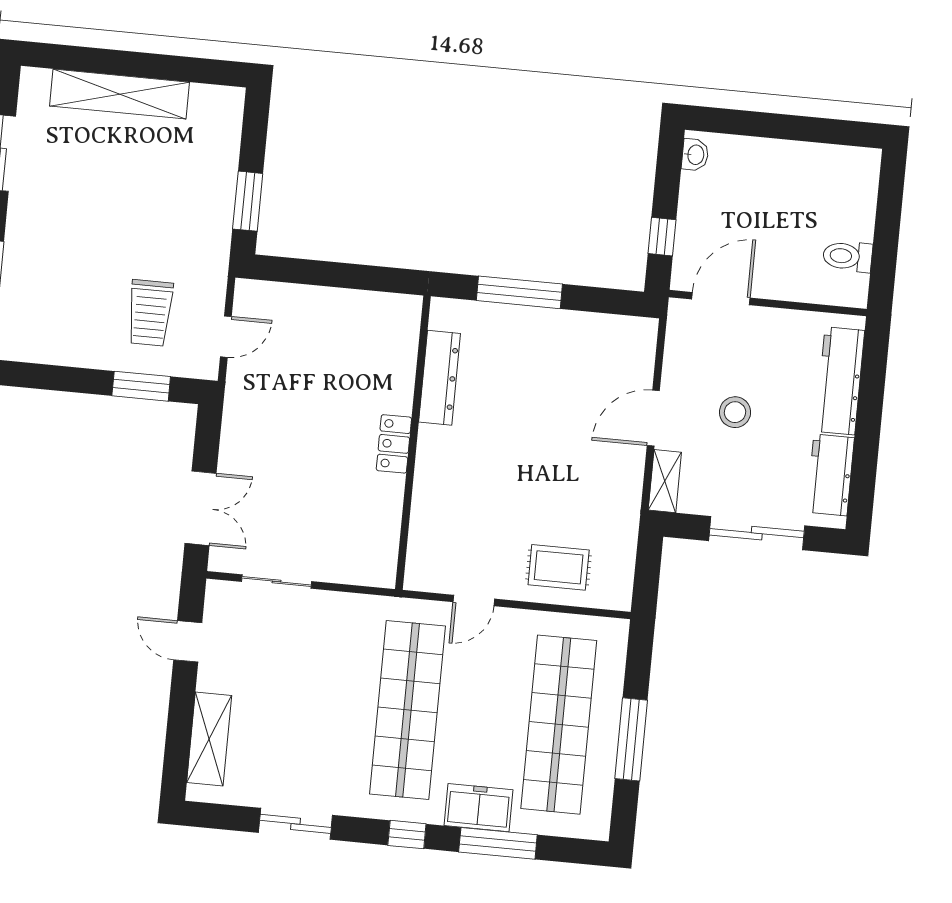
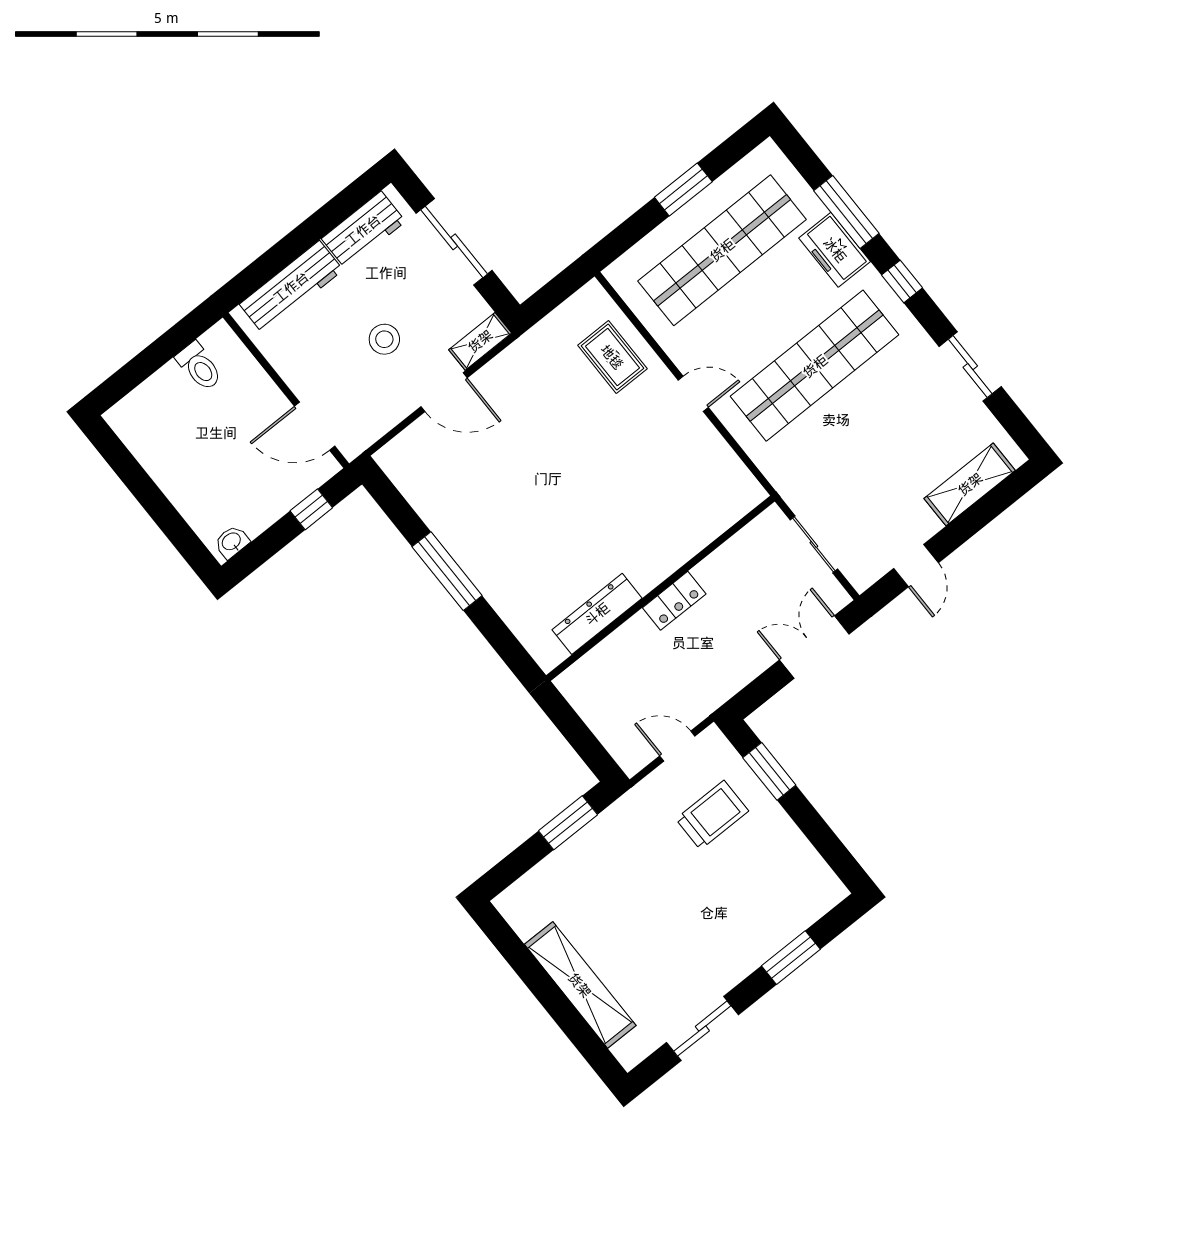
dresser: (440, 378) -> (597, 614), moved
wall: (413, 443) -> (660, 588), moved
locker: (394, 444) -> (674, 601), moved
window: (631, 739) -> (683, 190), width x0.69

